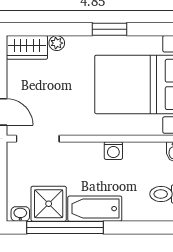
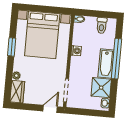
window: (65, 227) -> (116, 59), moved

